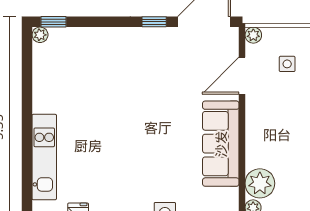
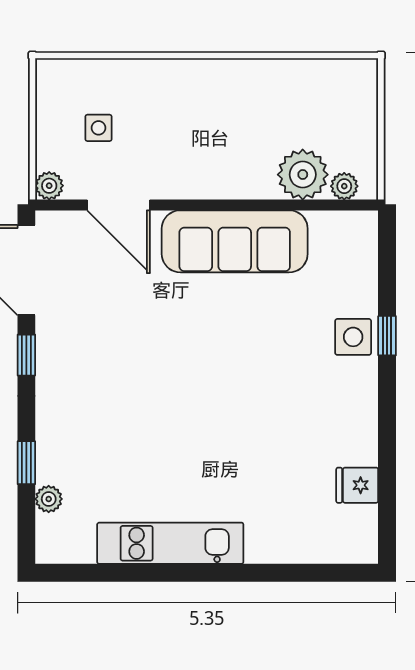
window: (53, 22) -> (26, 463), moved
plant: (40, 35) -> (49, 499), moved
kitchen unit: (44, 157) -> (170, 543), moved

